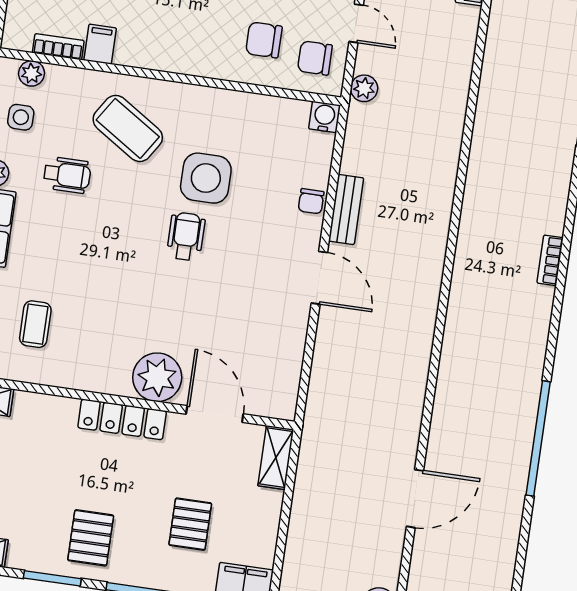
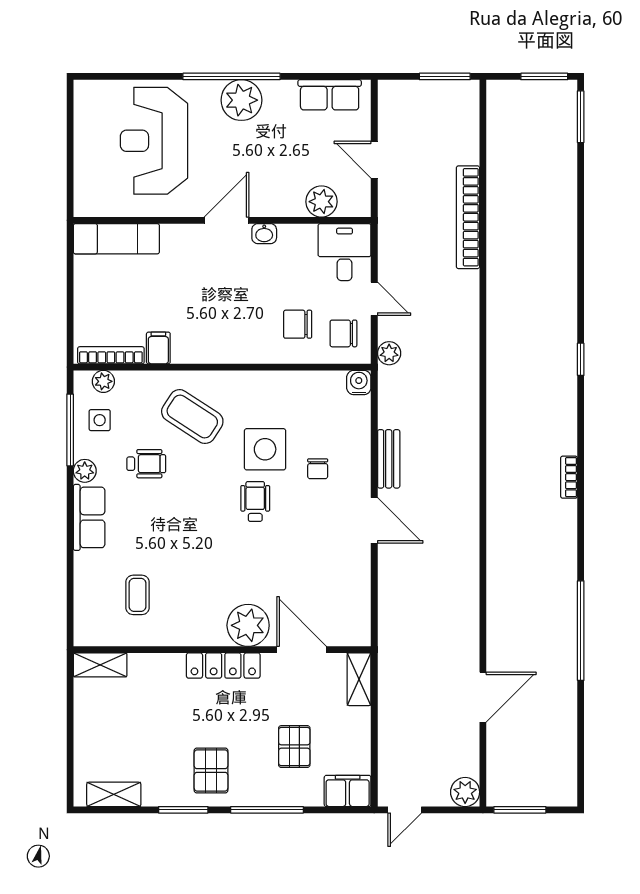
bookcase: (58, 47) -> (111, 355), width x1.56
chair: (311, 201) -> (318, 469), moved

